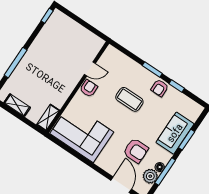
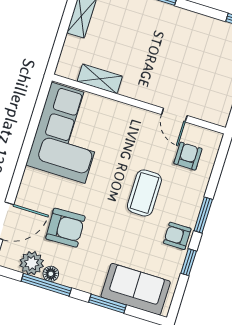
armchair: (89, 88) -> (188, 156), moved, turned -90
shelving: (48, 118) -> (100, 79), moved
sofa: (175, 133) -> (136, 289), moved
armchair: (136, 151) -> (65, 228), turned -92

